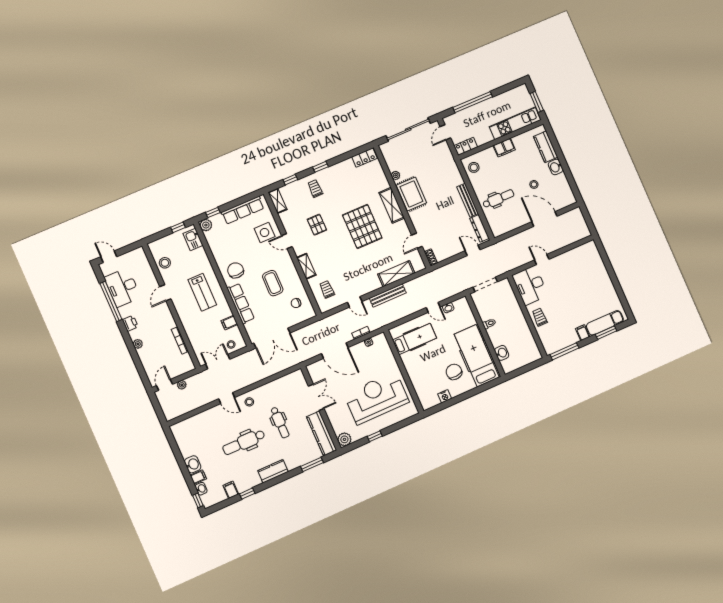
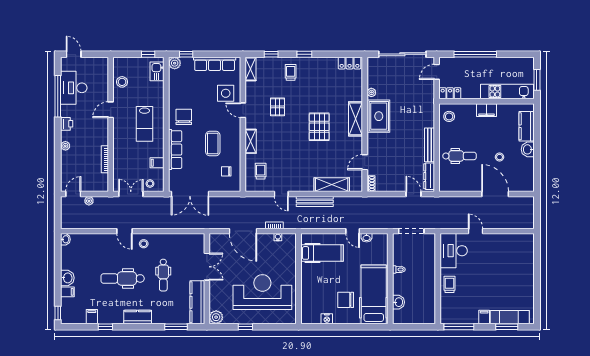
pallet: (362, 226) -> (319, 127), width x0.73, depth x0.71
chair: (454, 372) -> (346, 300), turned -85
washbasin: (201, 489) -> (65, 239), moved

